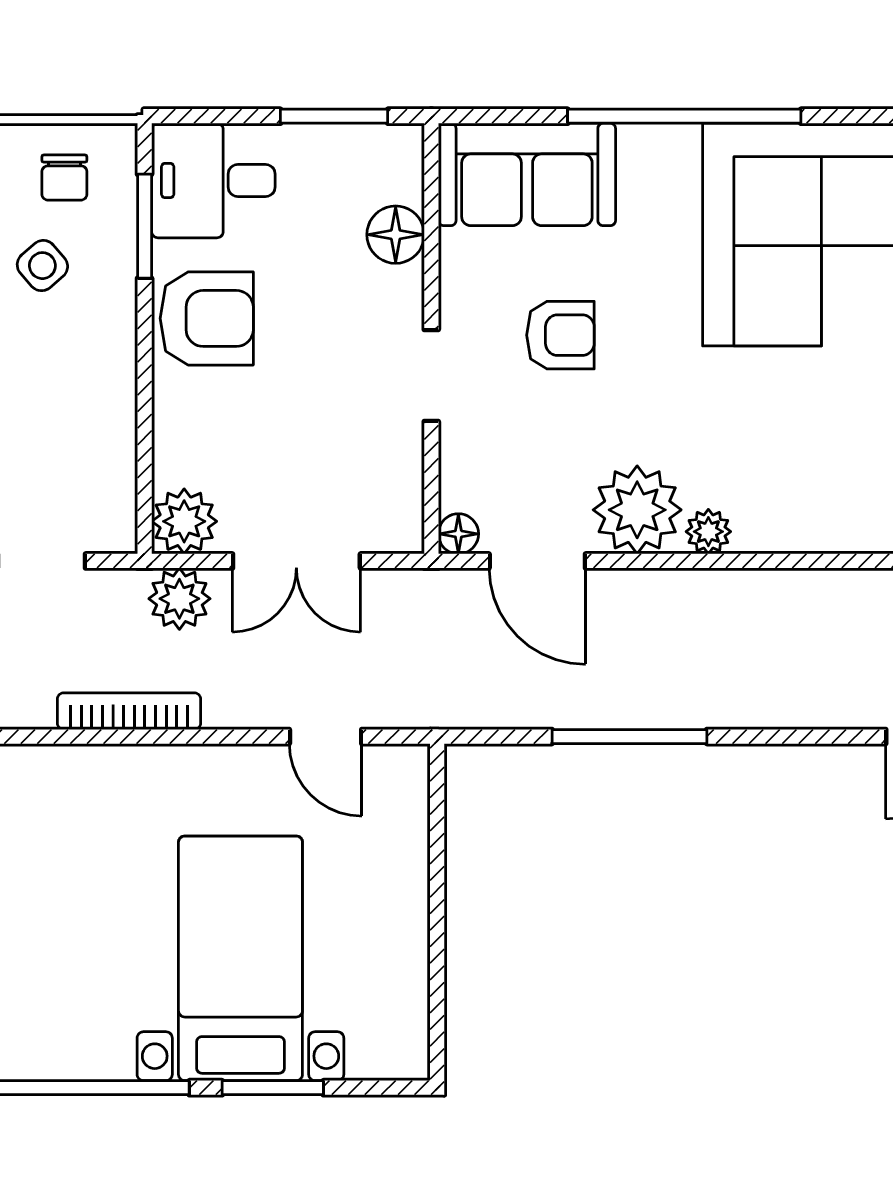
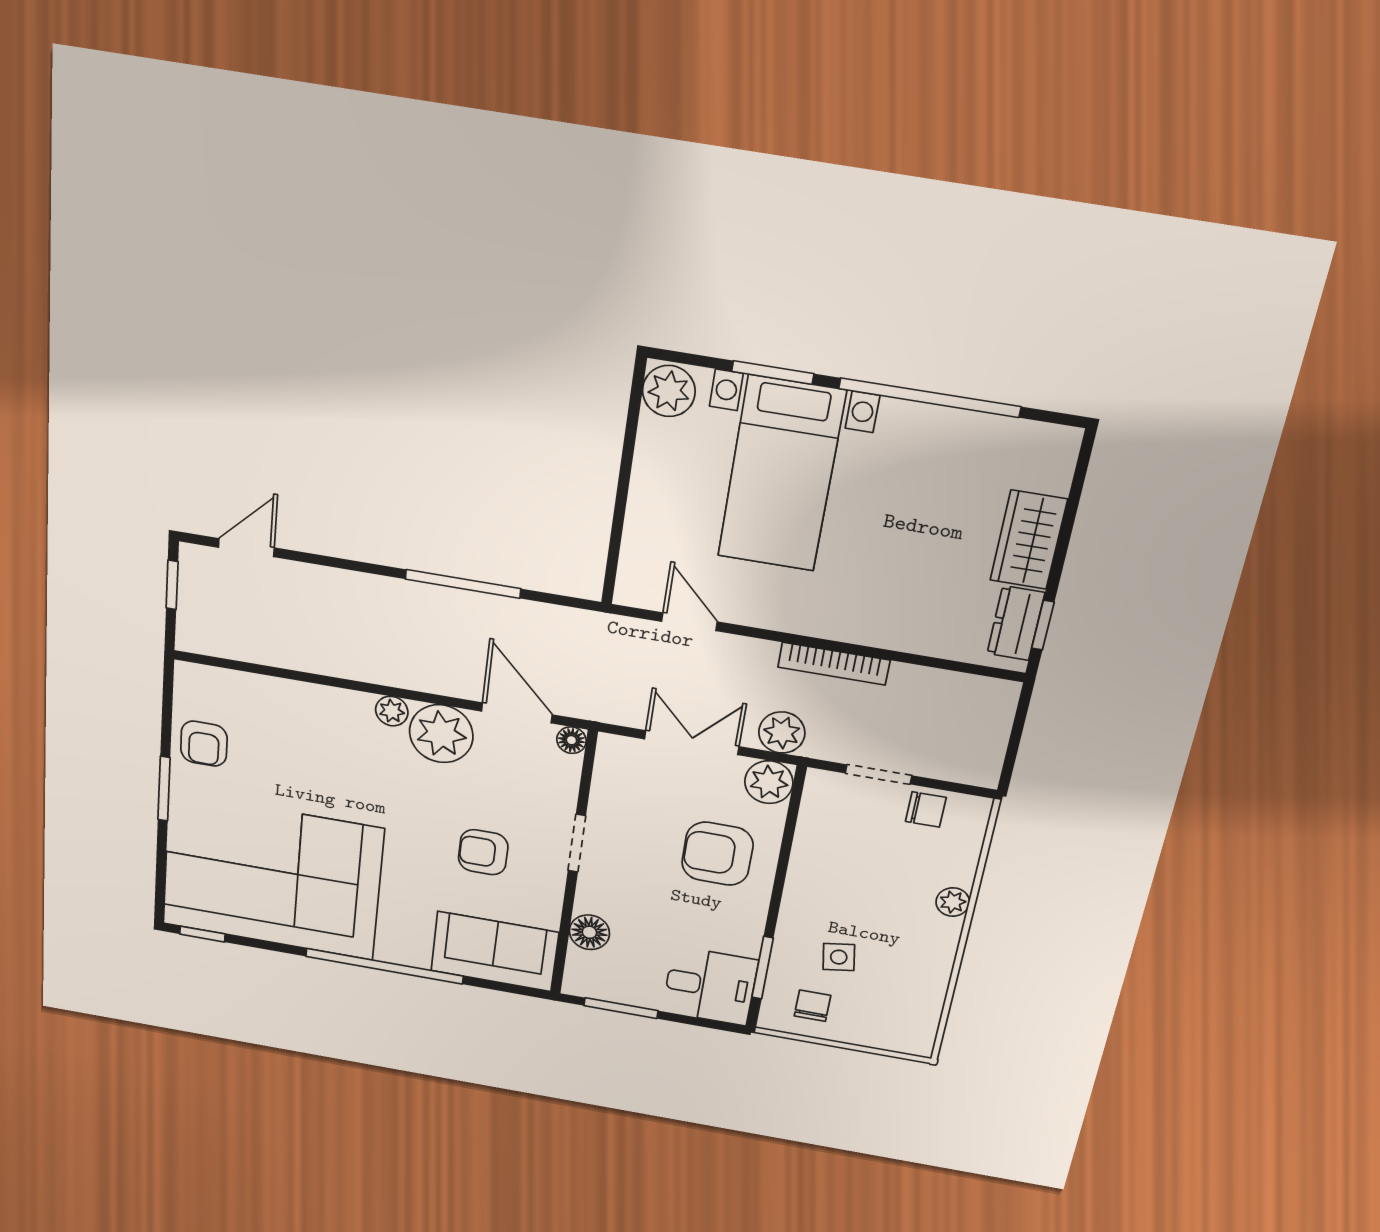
side table: (42, 266) -> (839, 957), turned 32
armchair: (207, 318) -> (717, 854), moved
plant: (397, 1043) -> (669, 391), added

